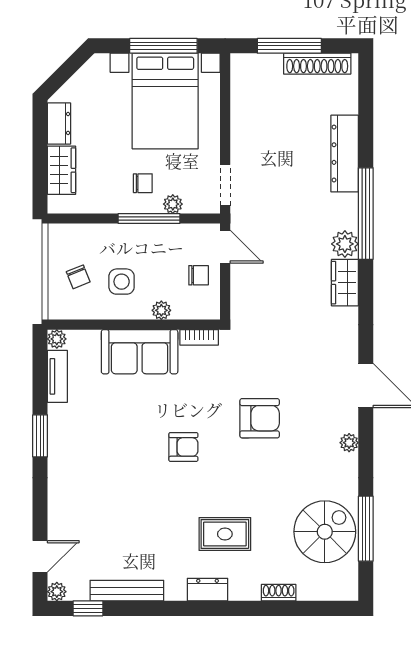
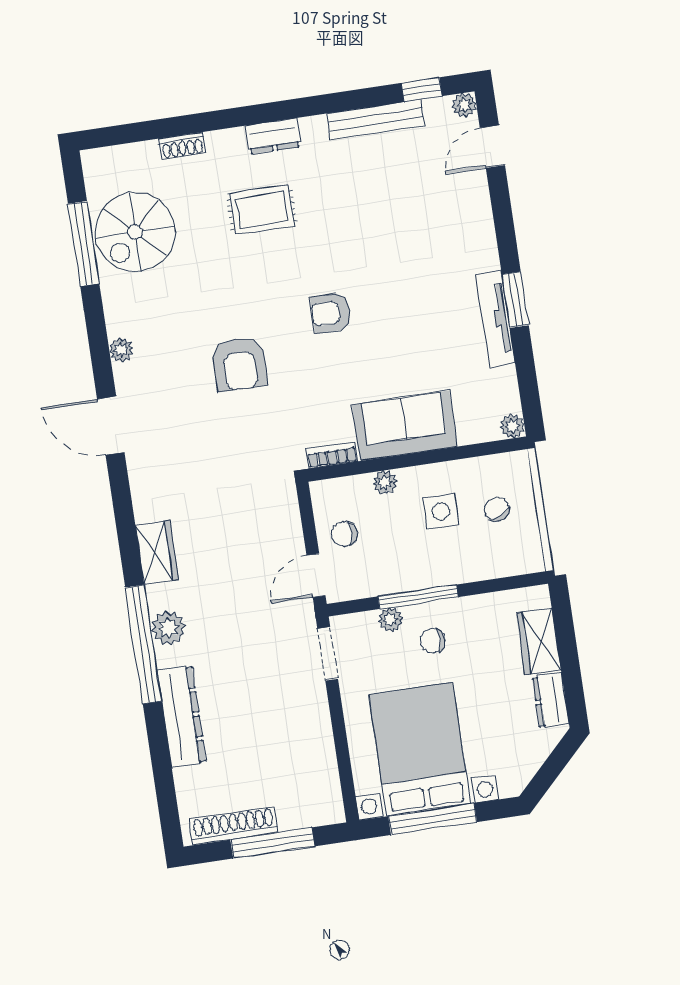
plant: (345, 244) -> (168, 628), moved
door: (225, 247) -> (316, 575), hinge flipped
tv unit: (57, 376) -> (496, 319), moved, width x1.41
armchair: (260, 418) -> (240, 364), turned -90

